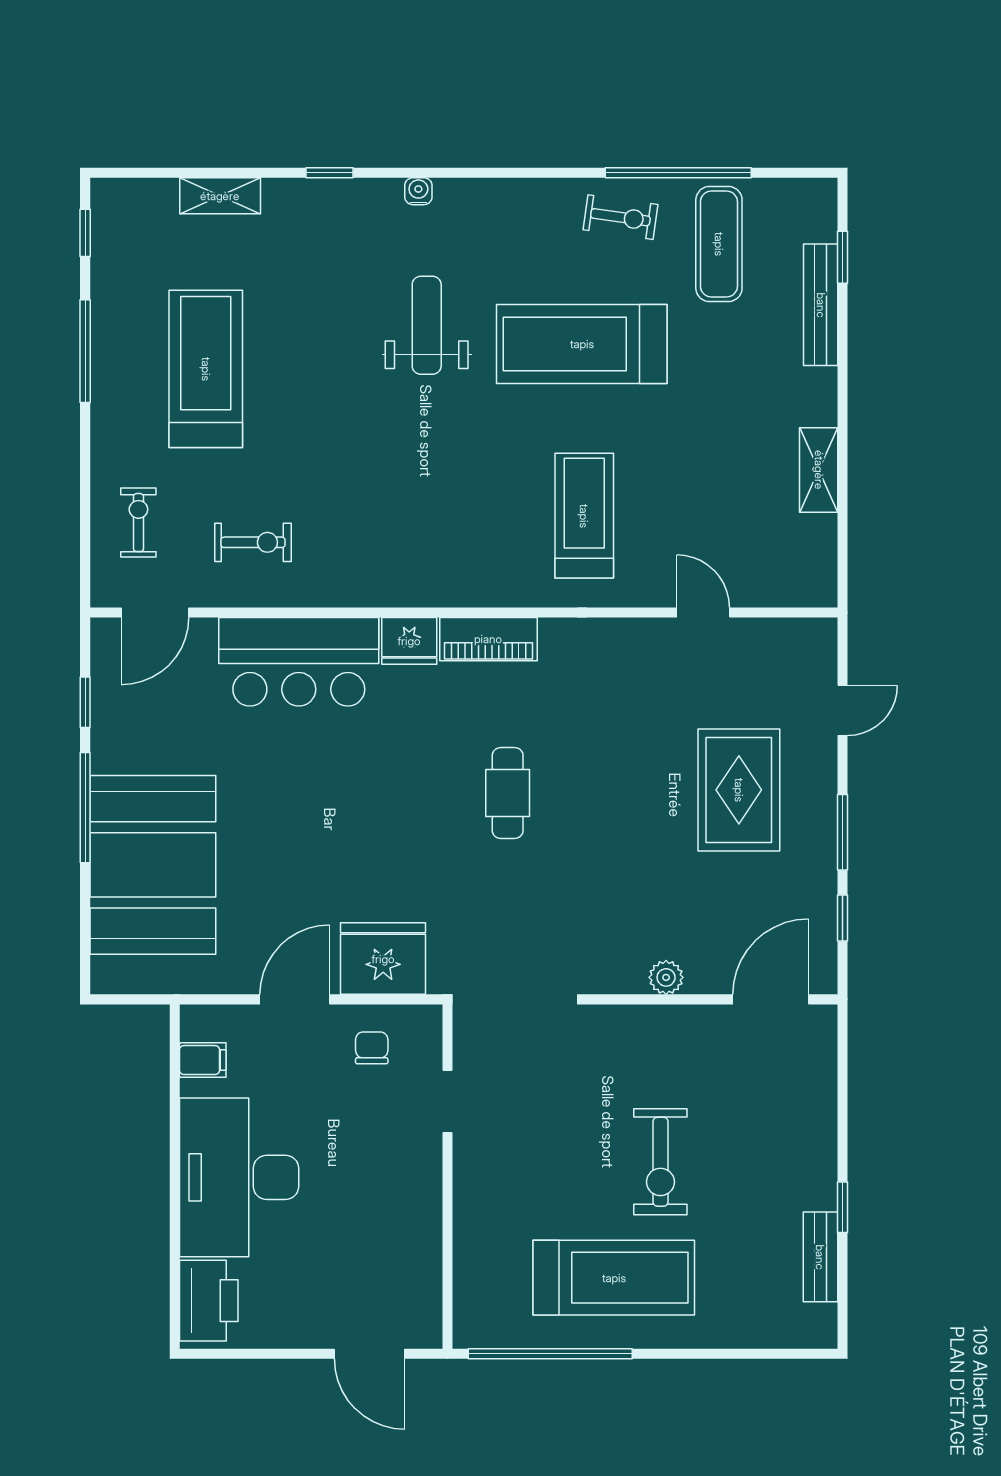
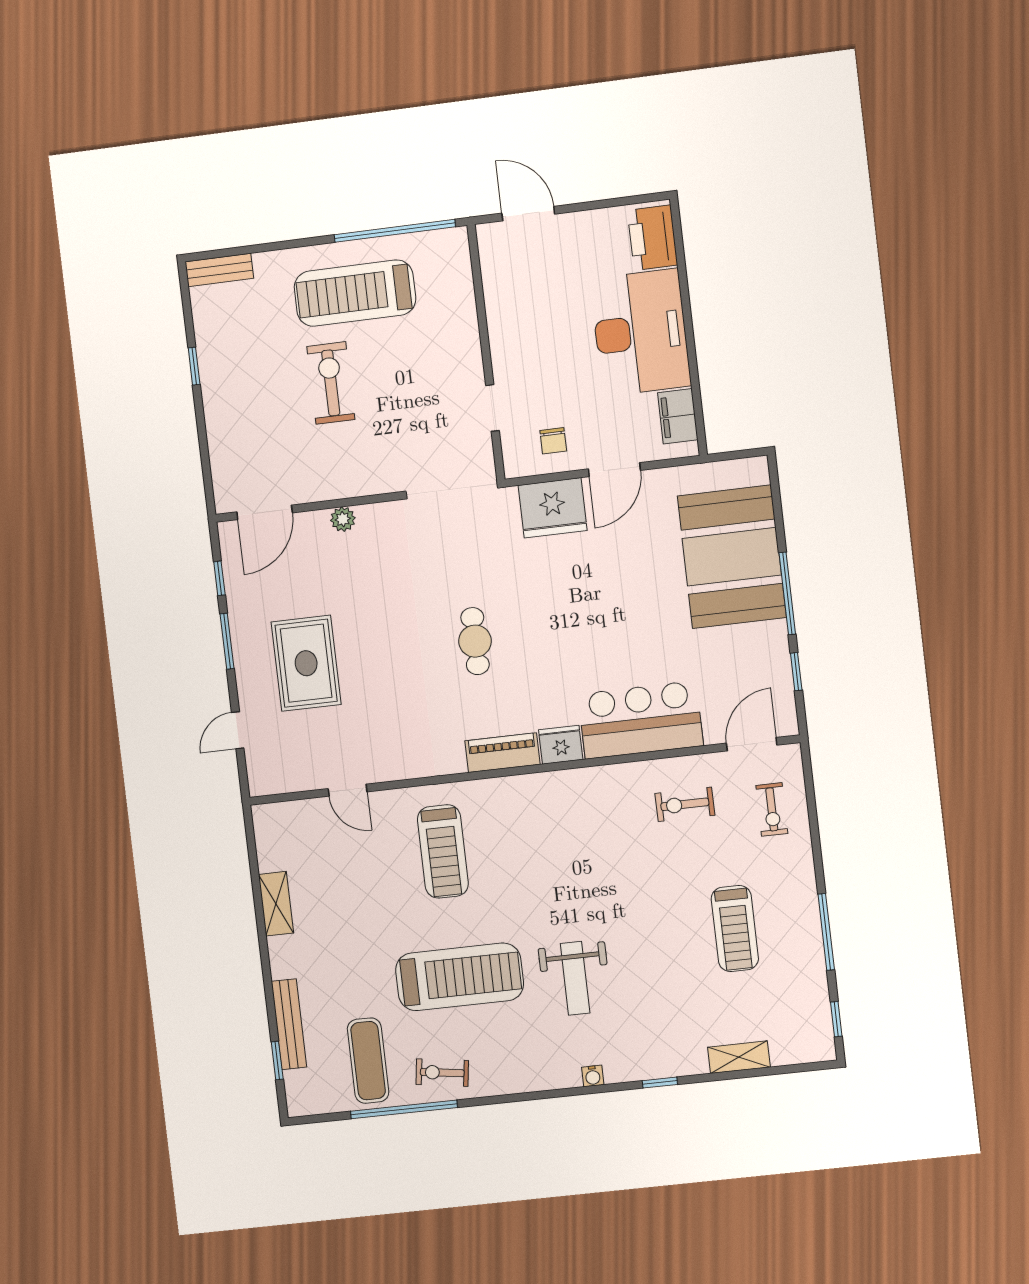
treadmill: (206, 369) -> (735, 928), width x0.73, depth x0.73
filing cabinet: (203, 1060) -> (678, 416), width x2.00
bench: (820, 1257) -> (219, 270), moved, turned 90

